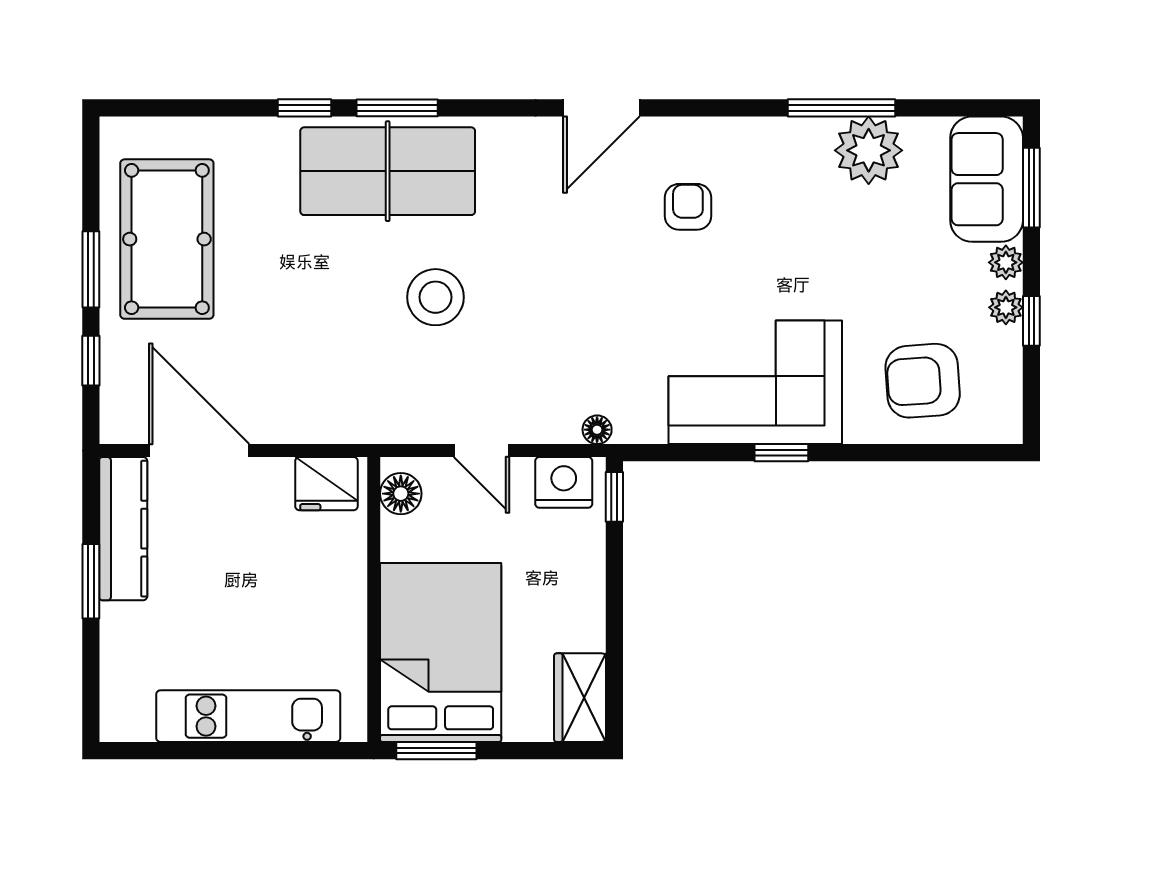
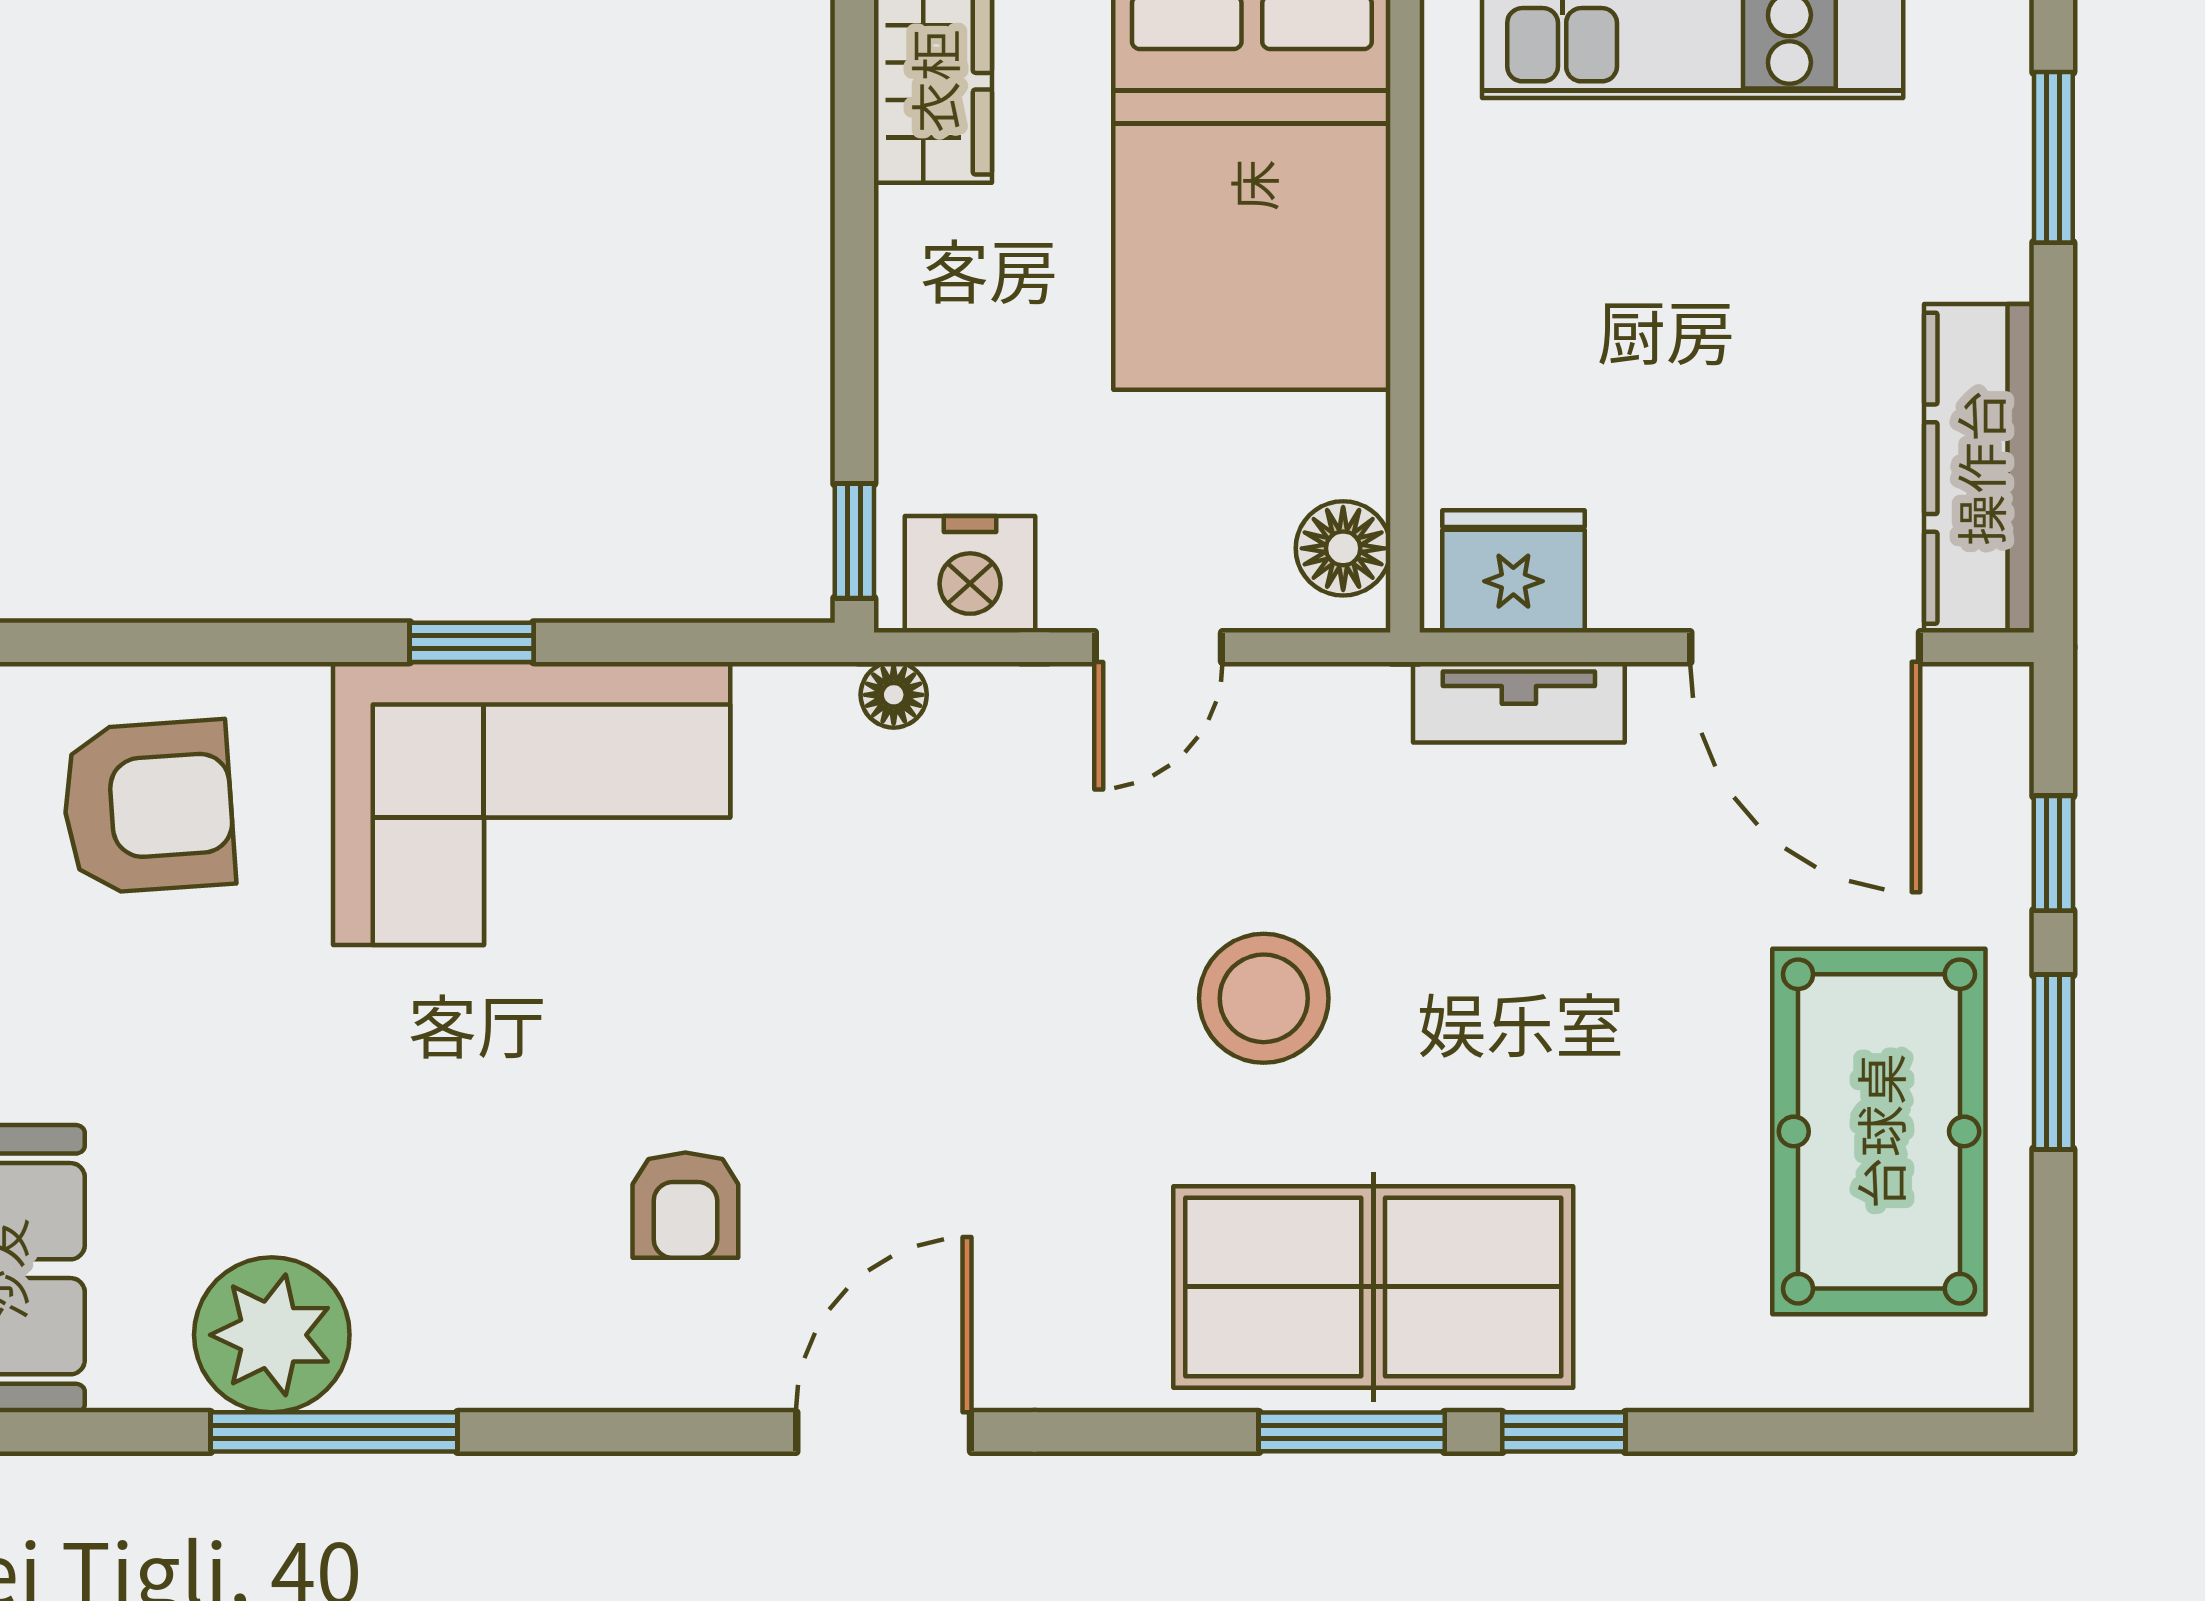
tv unit: (324, 426) -> (1519, 702), added
door: (481, 450) -> (1158, 647), swing flipped
window: (91, 581) -> (2053, 157), moved

